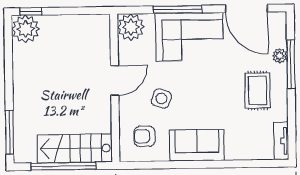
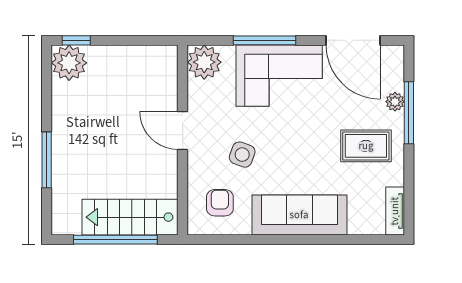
door: (115, 80) -> (183, 131), swing flipped
rug: (258, 90) -> (366, 146), turned 90
window: (10, 132) -> (47, 160), moved
armchair: (145, 136) -> (220, 203), turned 90
sofa: (197, 145) -> (299, 215), width x1.36

